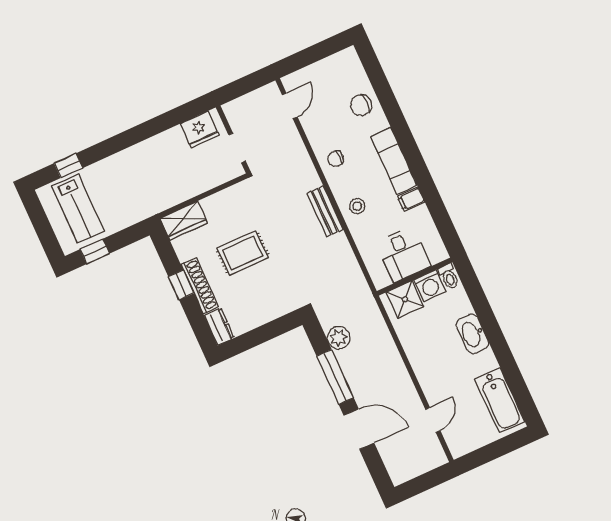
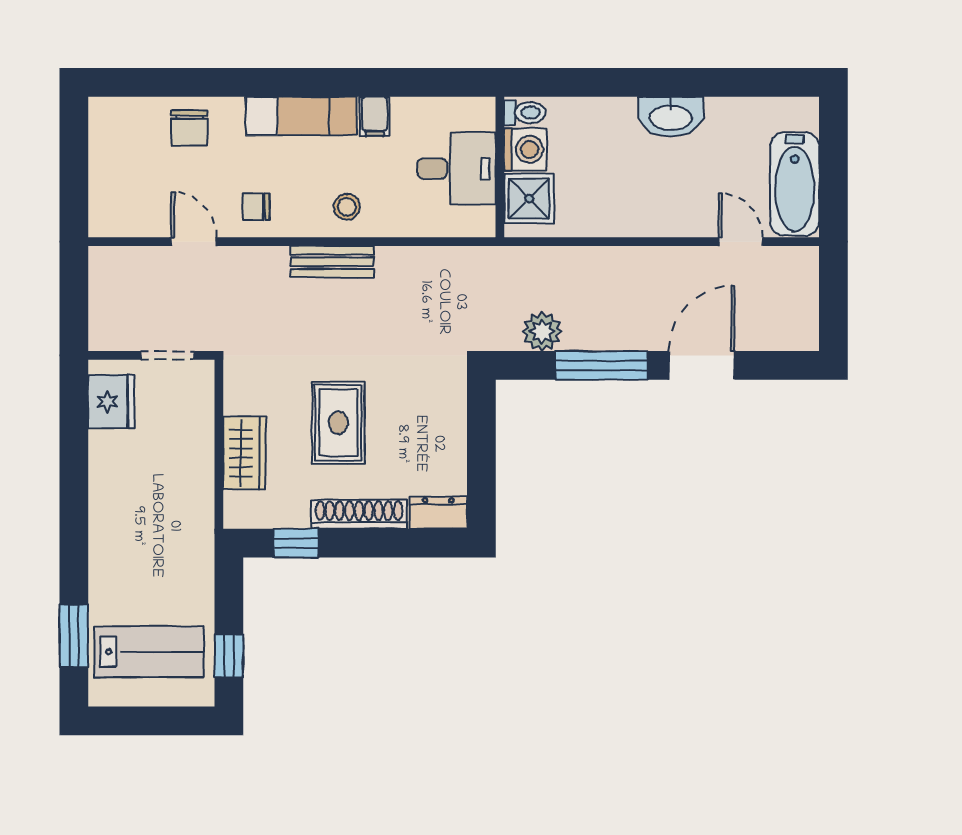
door: (290, 106) -> (194, 242), moved
chair: (336, 159) -> (256, 207), turned 90
window: (68, 166) -> (74, 636), width x1.50
wardrobe: (184, 221) -> (244, 453), moved
window: (181, 285) -> (296, 543), moved
washbasin: (472, 334) -> (671, 117), moved
bathtub: (500, 401) -> (795, 184), moved, turned 90

